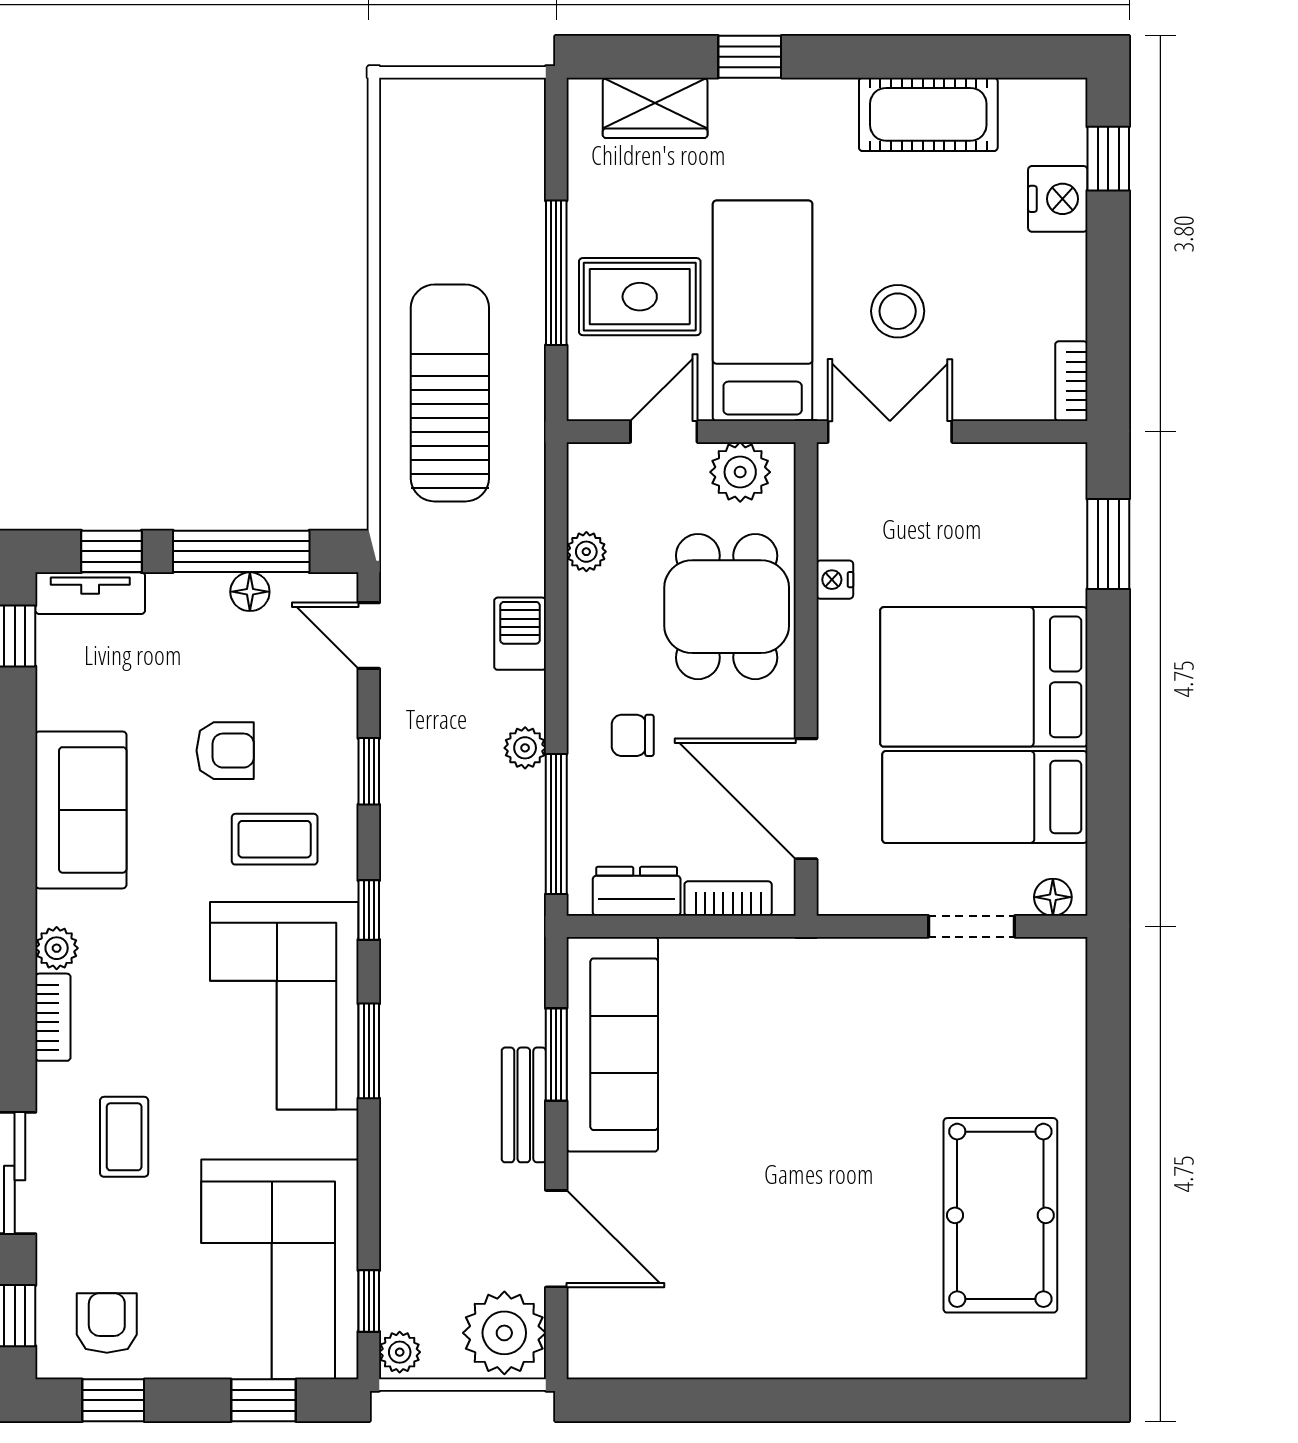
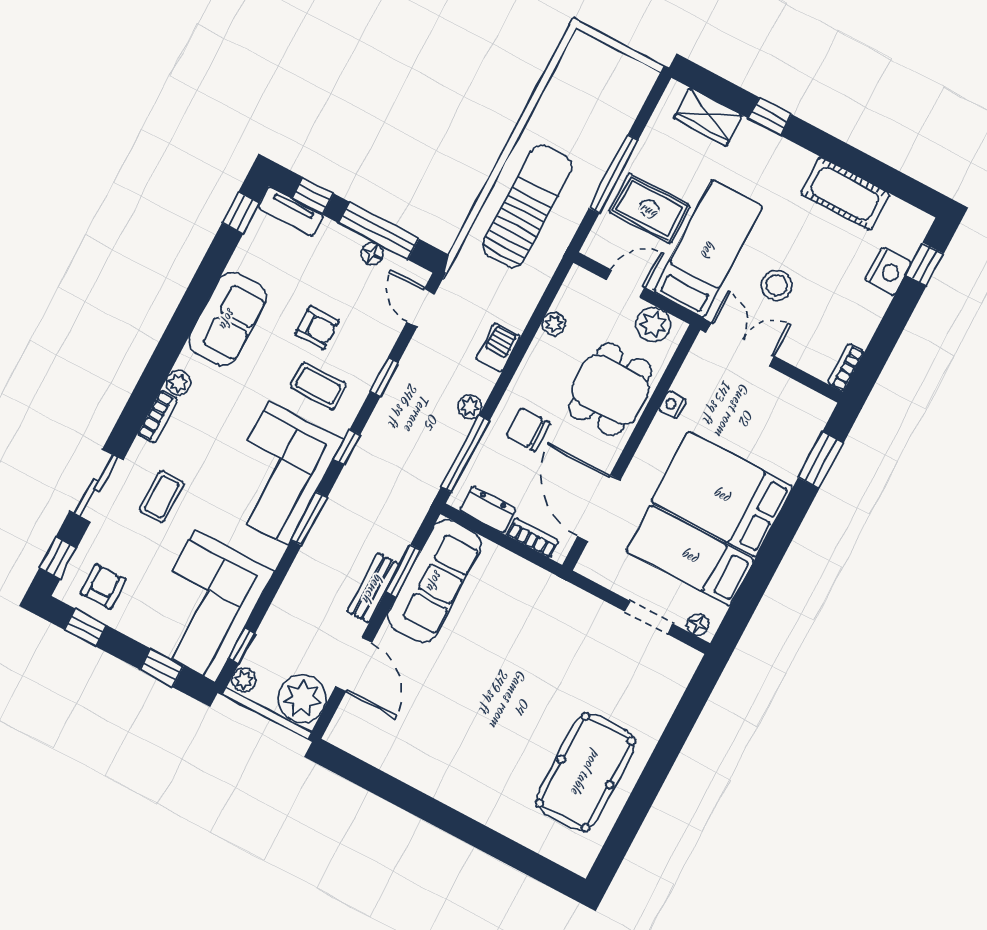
chair: (633, 735) -> (528, 429), width x1.37, depth x1.37

